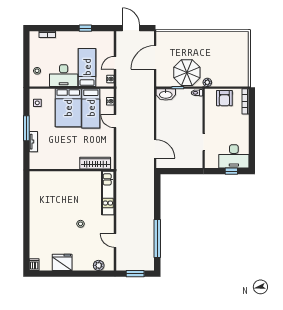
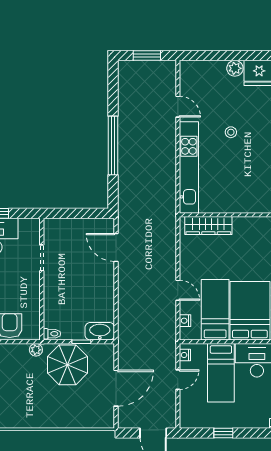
kitchen unit: (108, 193) -> (189, 167), width x1.36
window: (157, 239) -> (113, 145), moved
plant: (99, 265) -> (235, 68), moved

